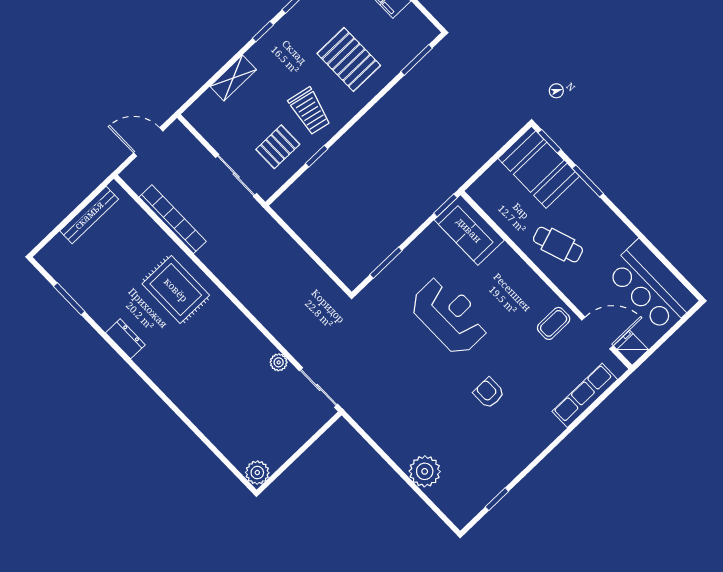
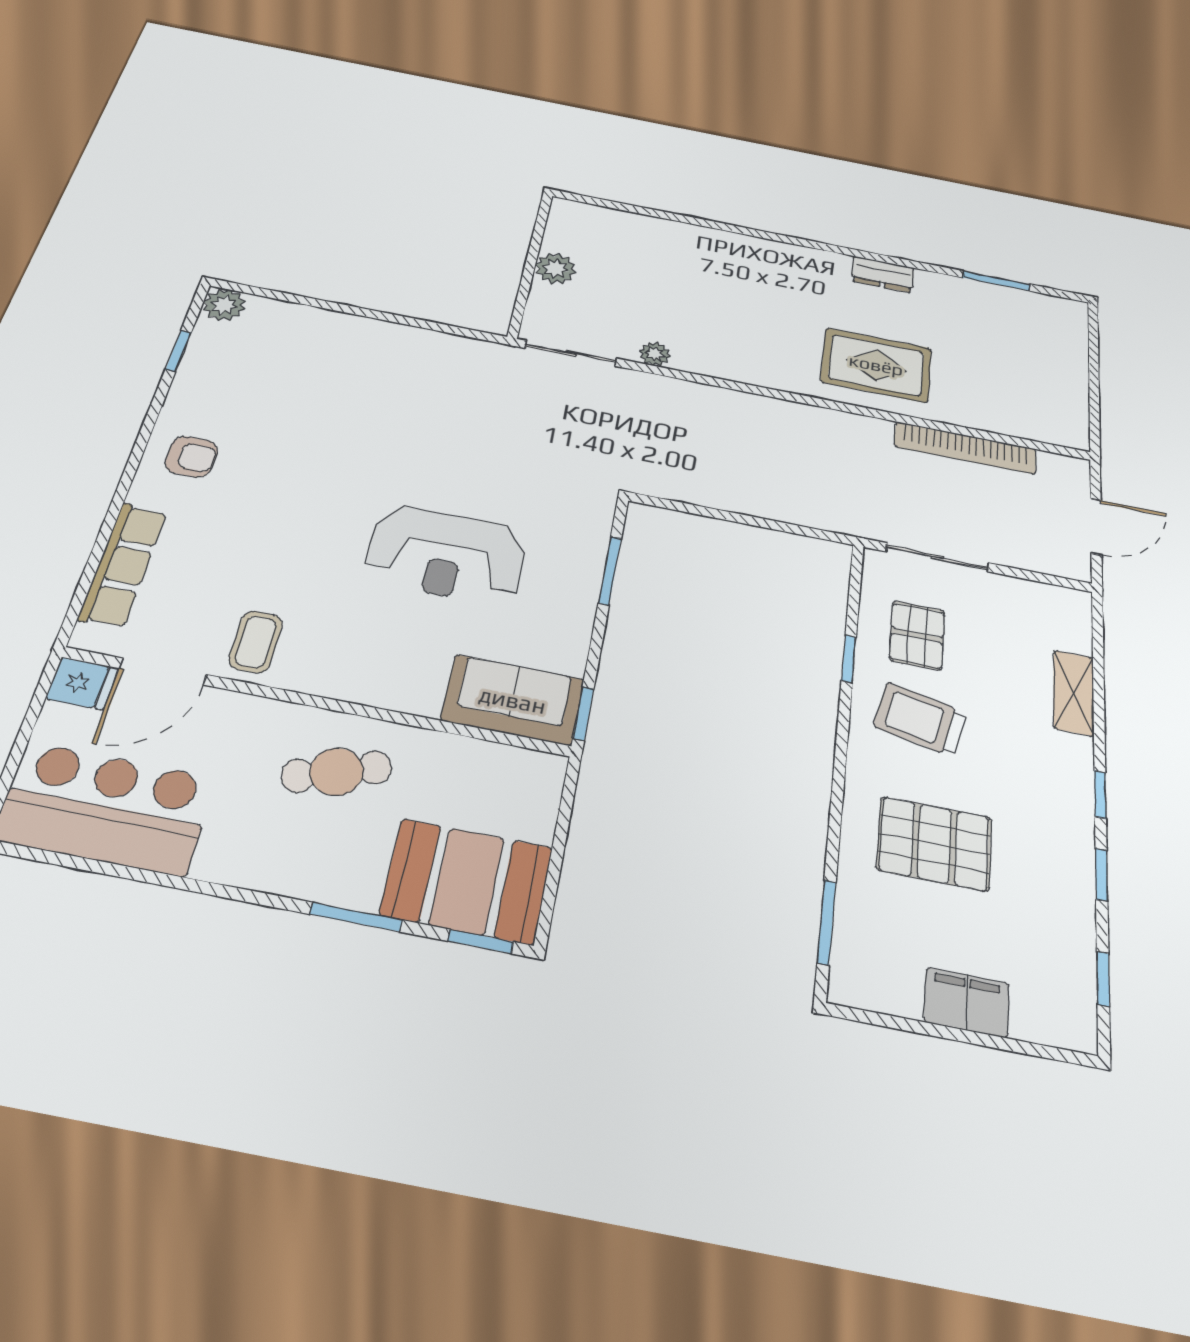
bench: (89, 215) -> (1074, 390), removed
armchair: (489, 393) -> (191, 457), moved
plant: (425, 471) -> (224, 305), moved, width x0.73, depth x0.73
plant: (257, 473) -> (555, 269), moved

